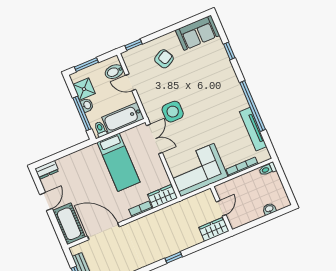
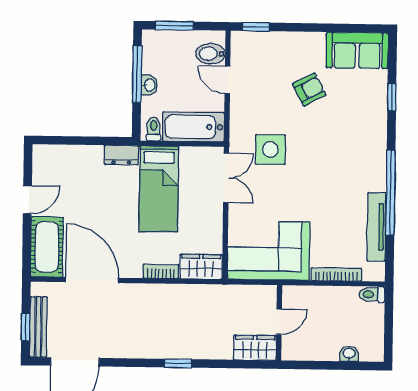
armchair: (164, 59) -> (309, 89), moved
shower: (84, 89) -> (155, 60), removed
window: (82, 113) -> (137, 74), moved
dresser: (47, 170) -> (121, 155), moved

